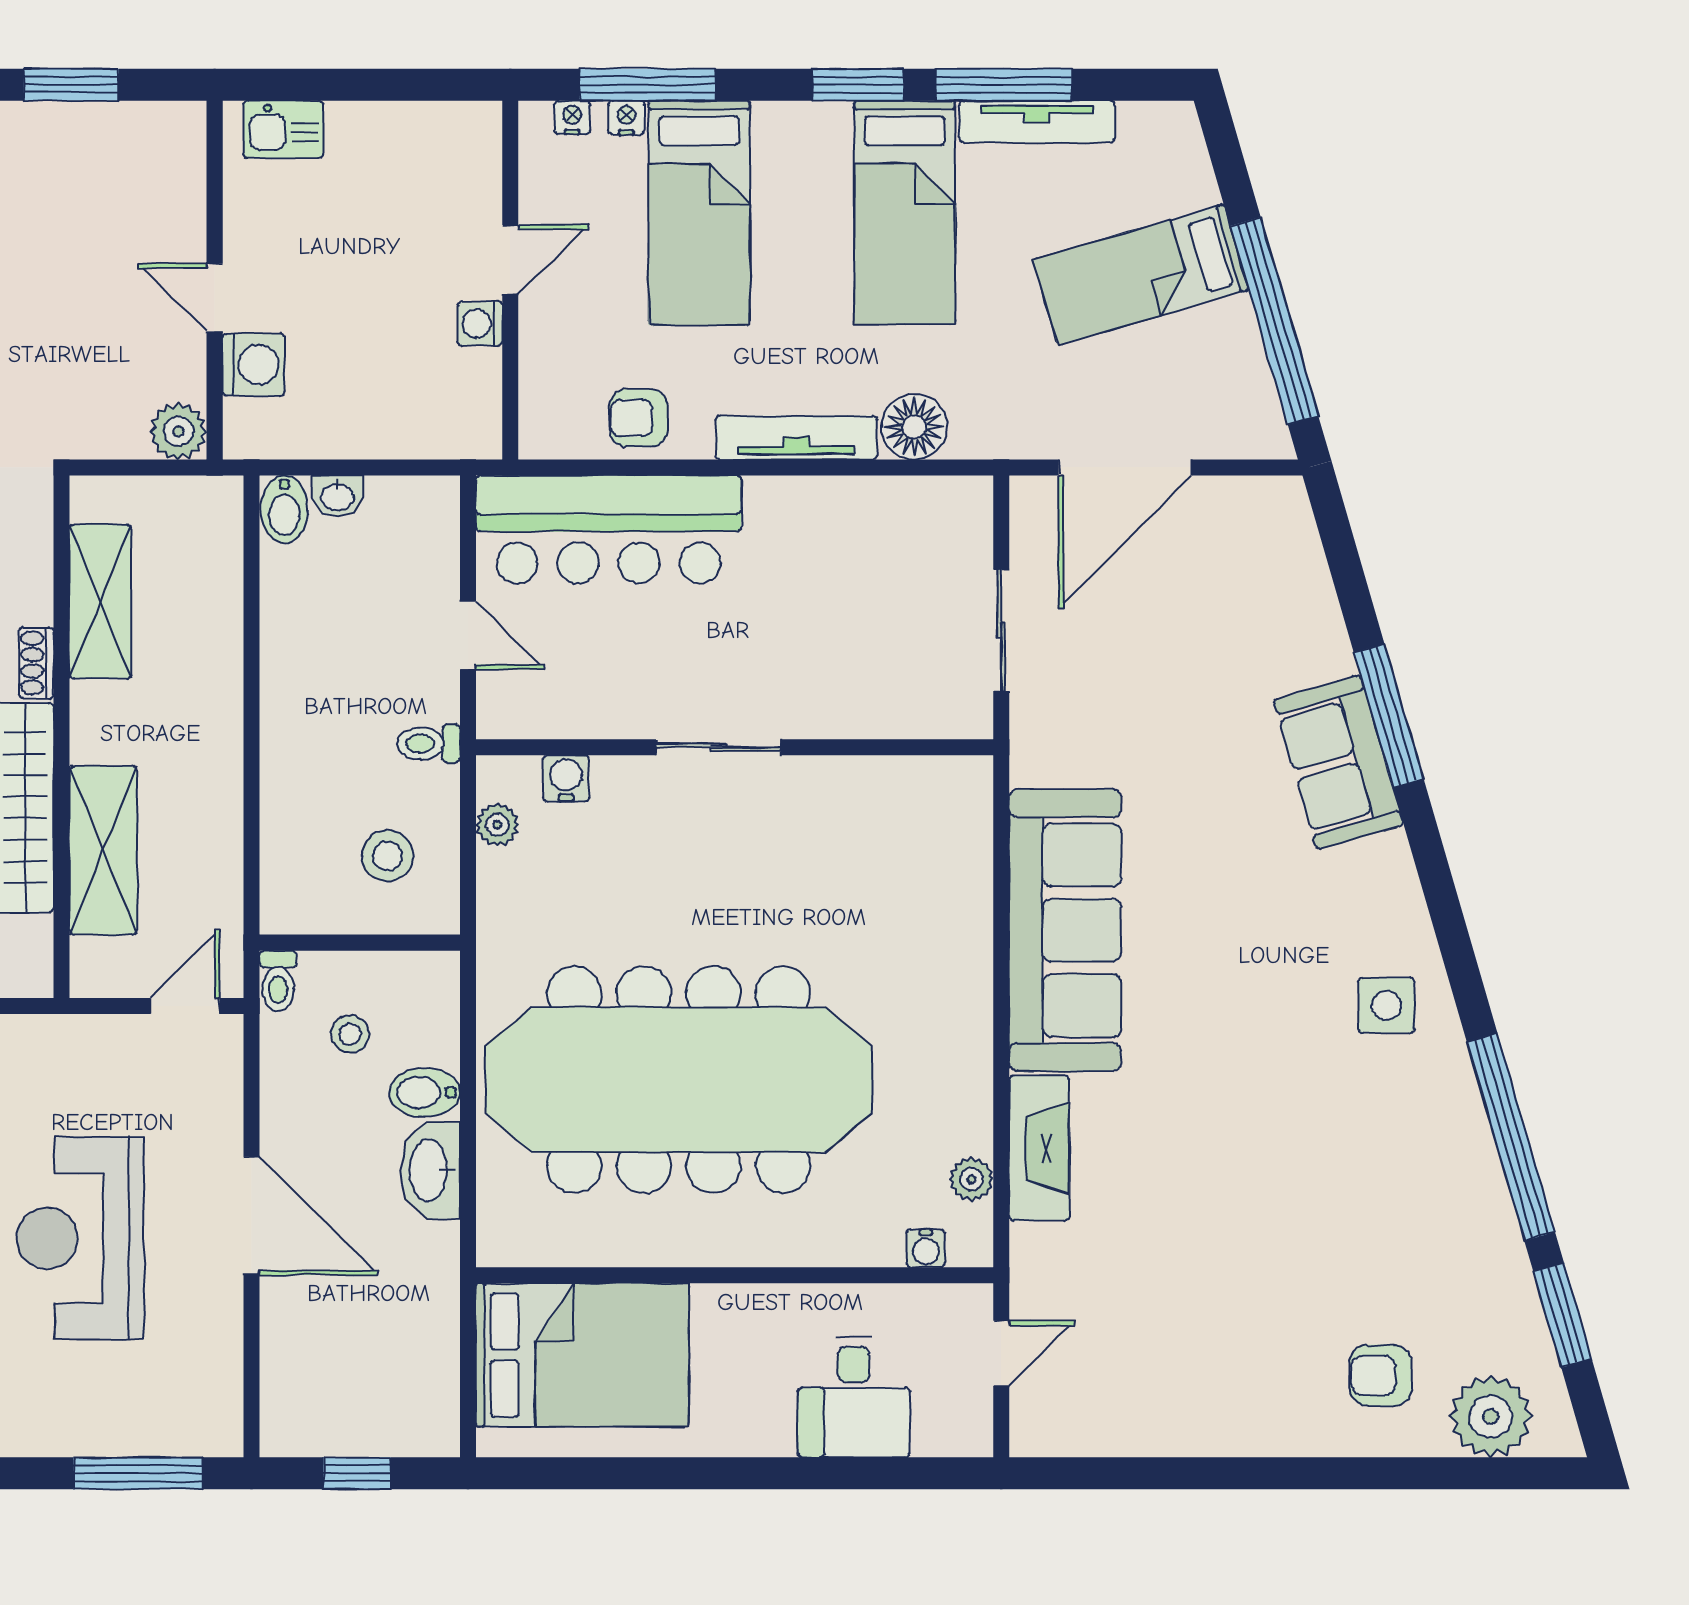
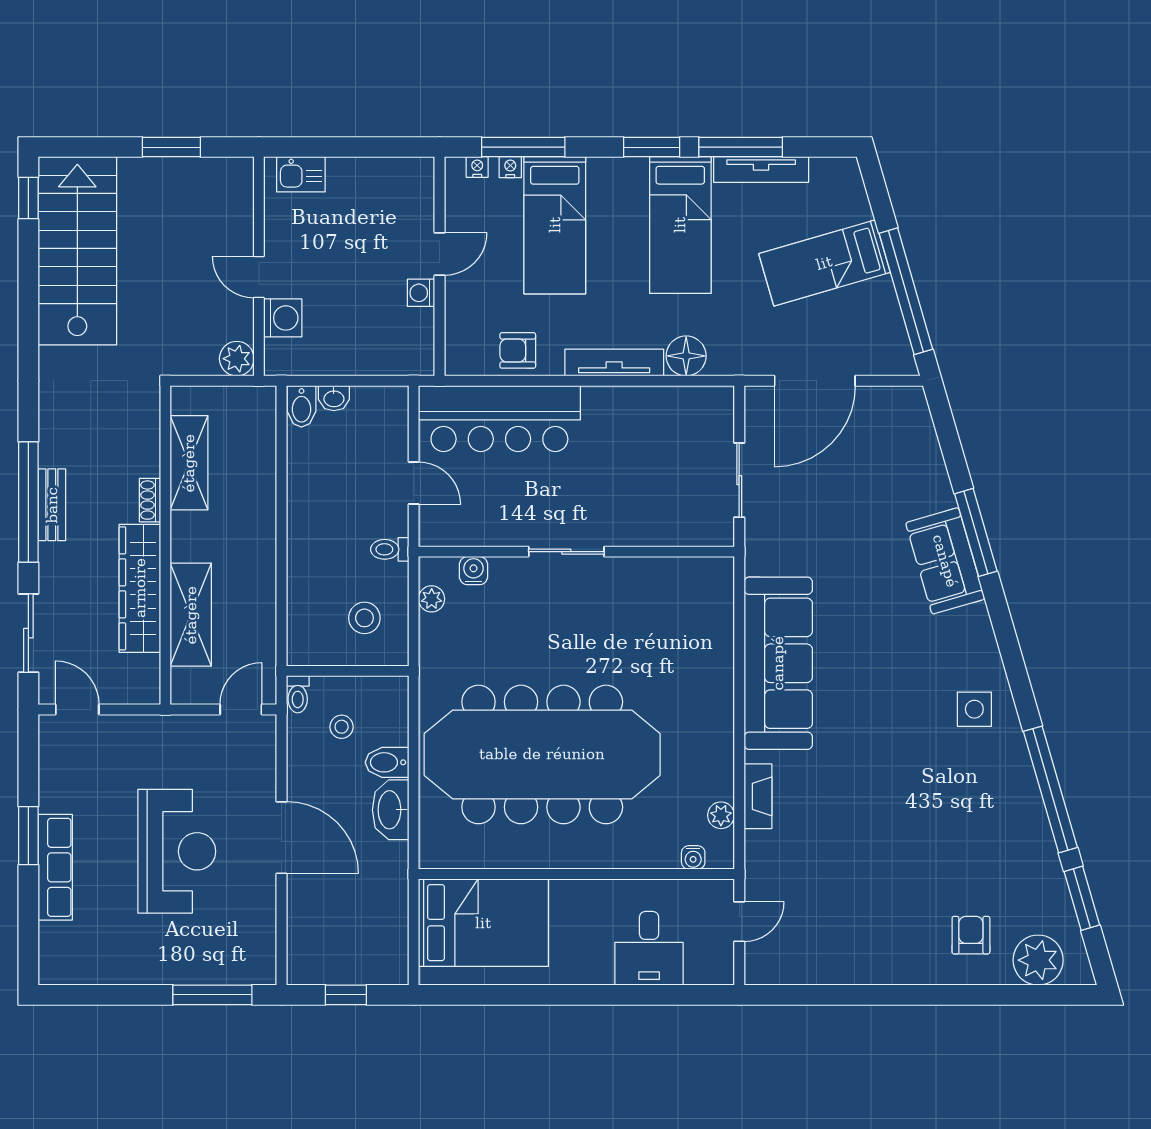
fireplace: (1039, 1148) -> (758, 796), width x0.73, depth x0.76
reception desk: (80, 1238) -> (177, 851), turned 180
armchair: (1381, 1375) -> (971, 935), turned 90

